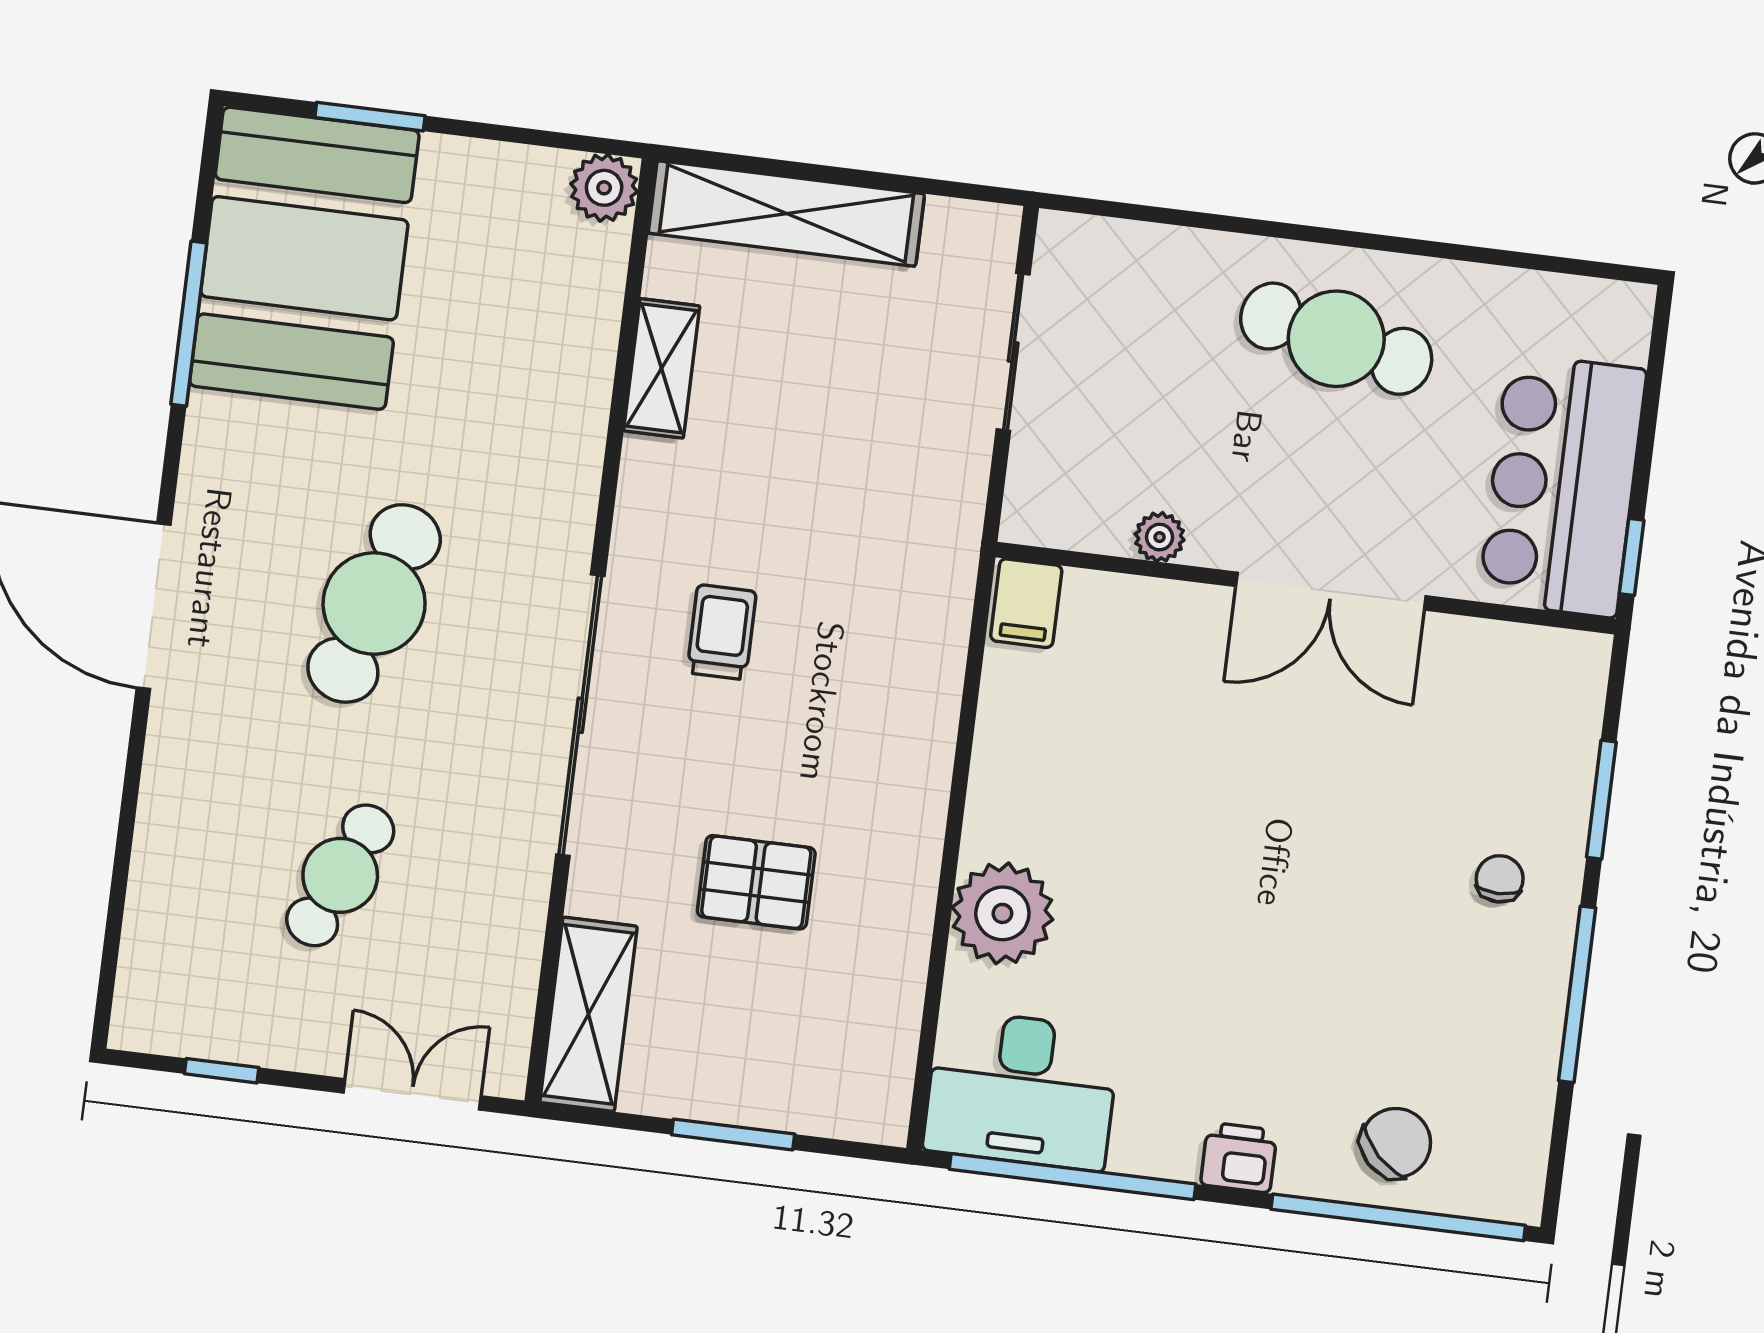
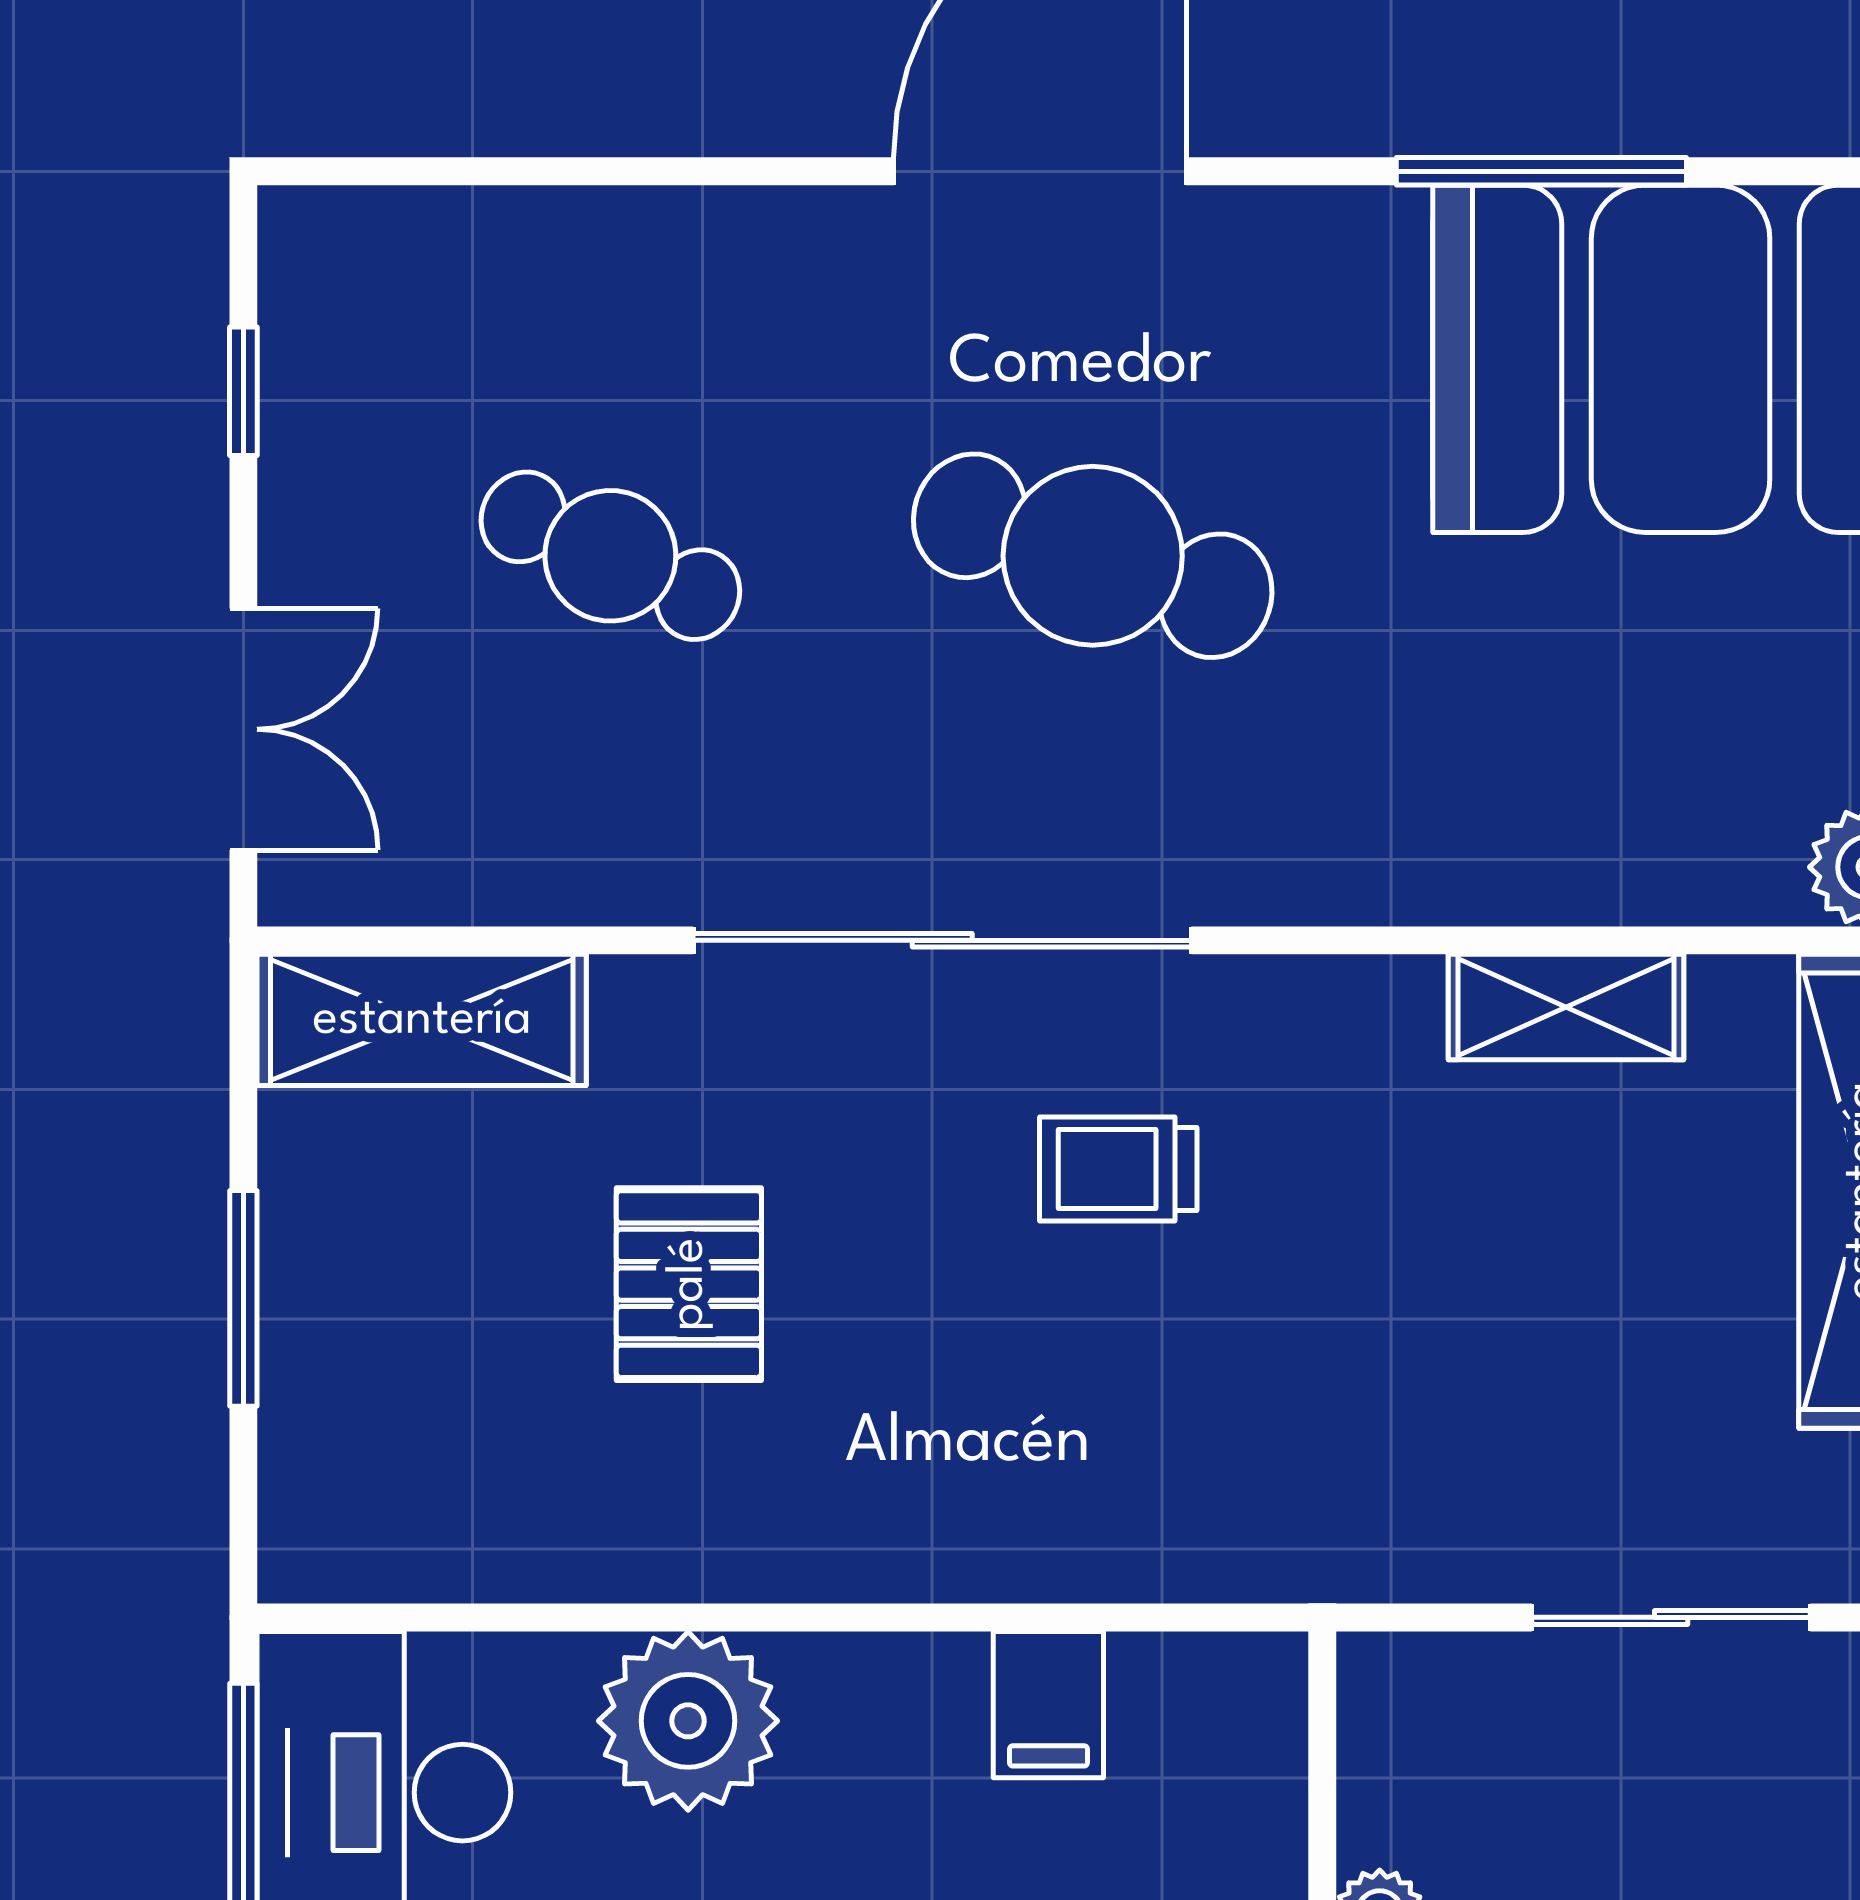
filing cabinet: (1026, 603) -> (1048, 1705), moved, turned -90
trolley: (722, 632) -> (1118, 1169), turned 180

